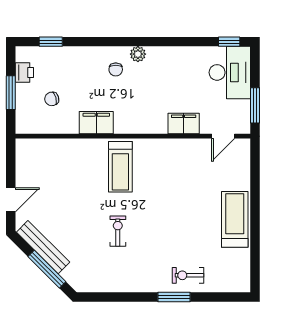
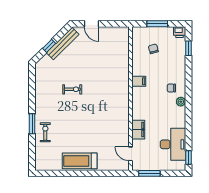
desk: (230, 72) -> (173, 144), moved, turned -90
printer: (24, 73) -> (180, 32), moved
filing cabinet: (96, 123) -> (139, 81), width x0.50
treadmill: (120, 167) -> (112, 91), removed
treadmill: (235, 219) -> (80, 161), turned 180
window: (47, 269) -> (49, 46), width x0.46

